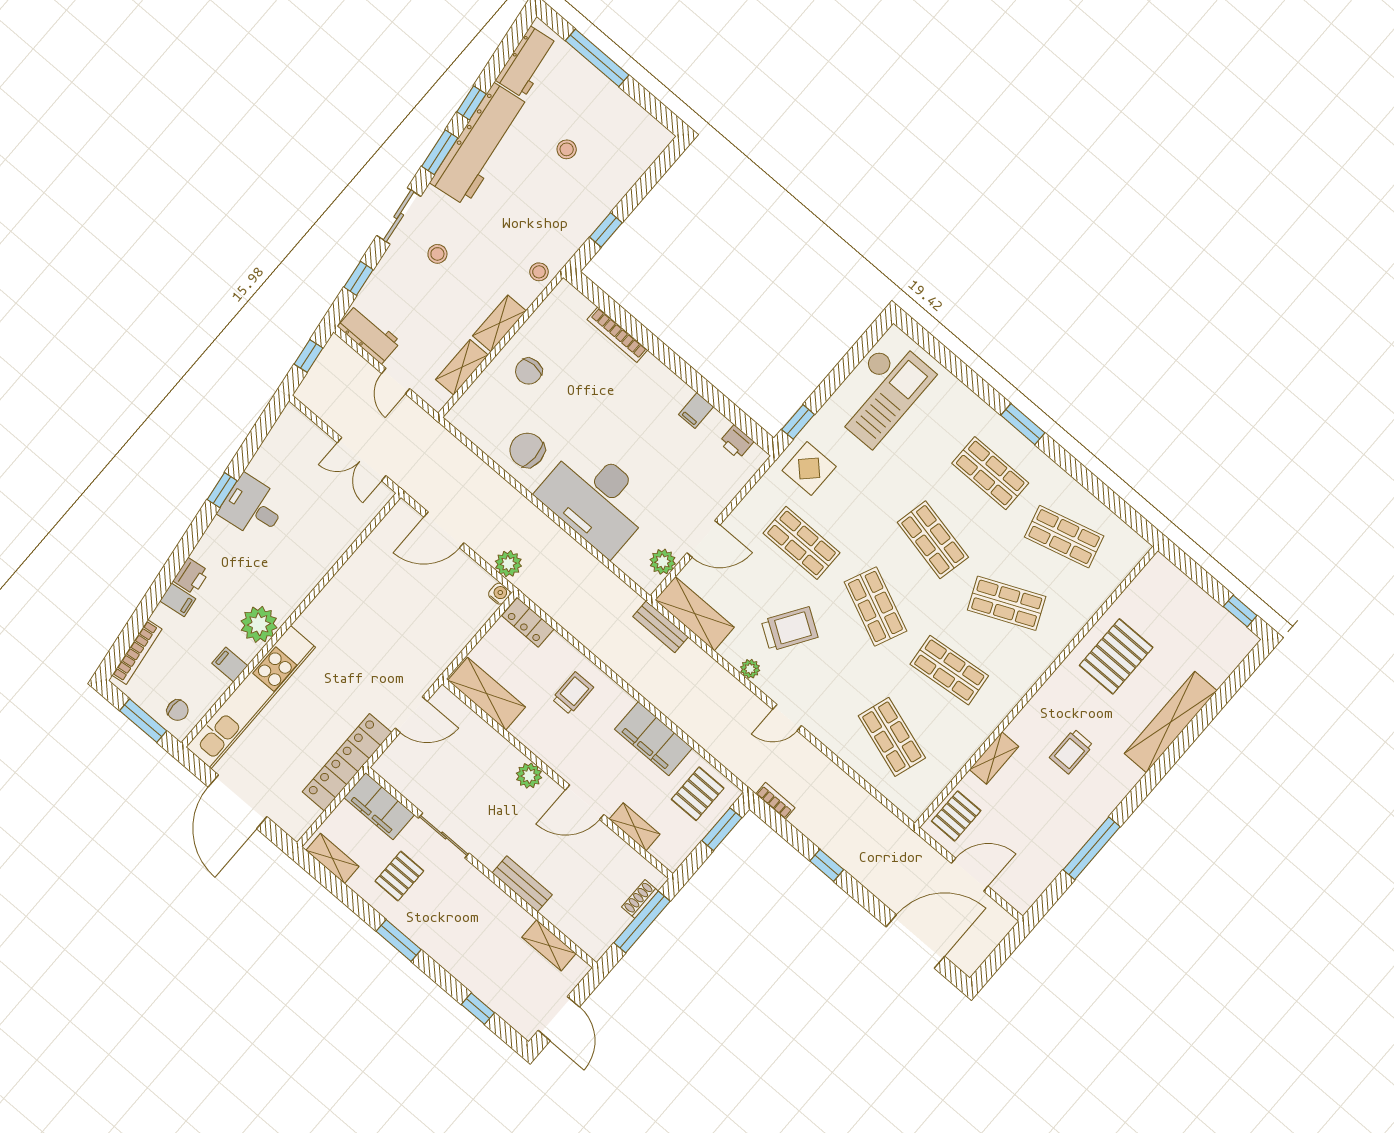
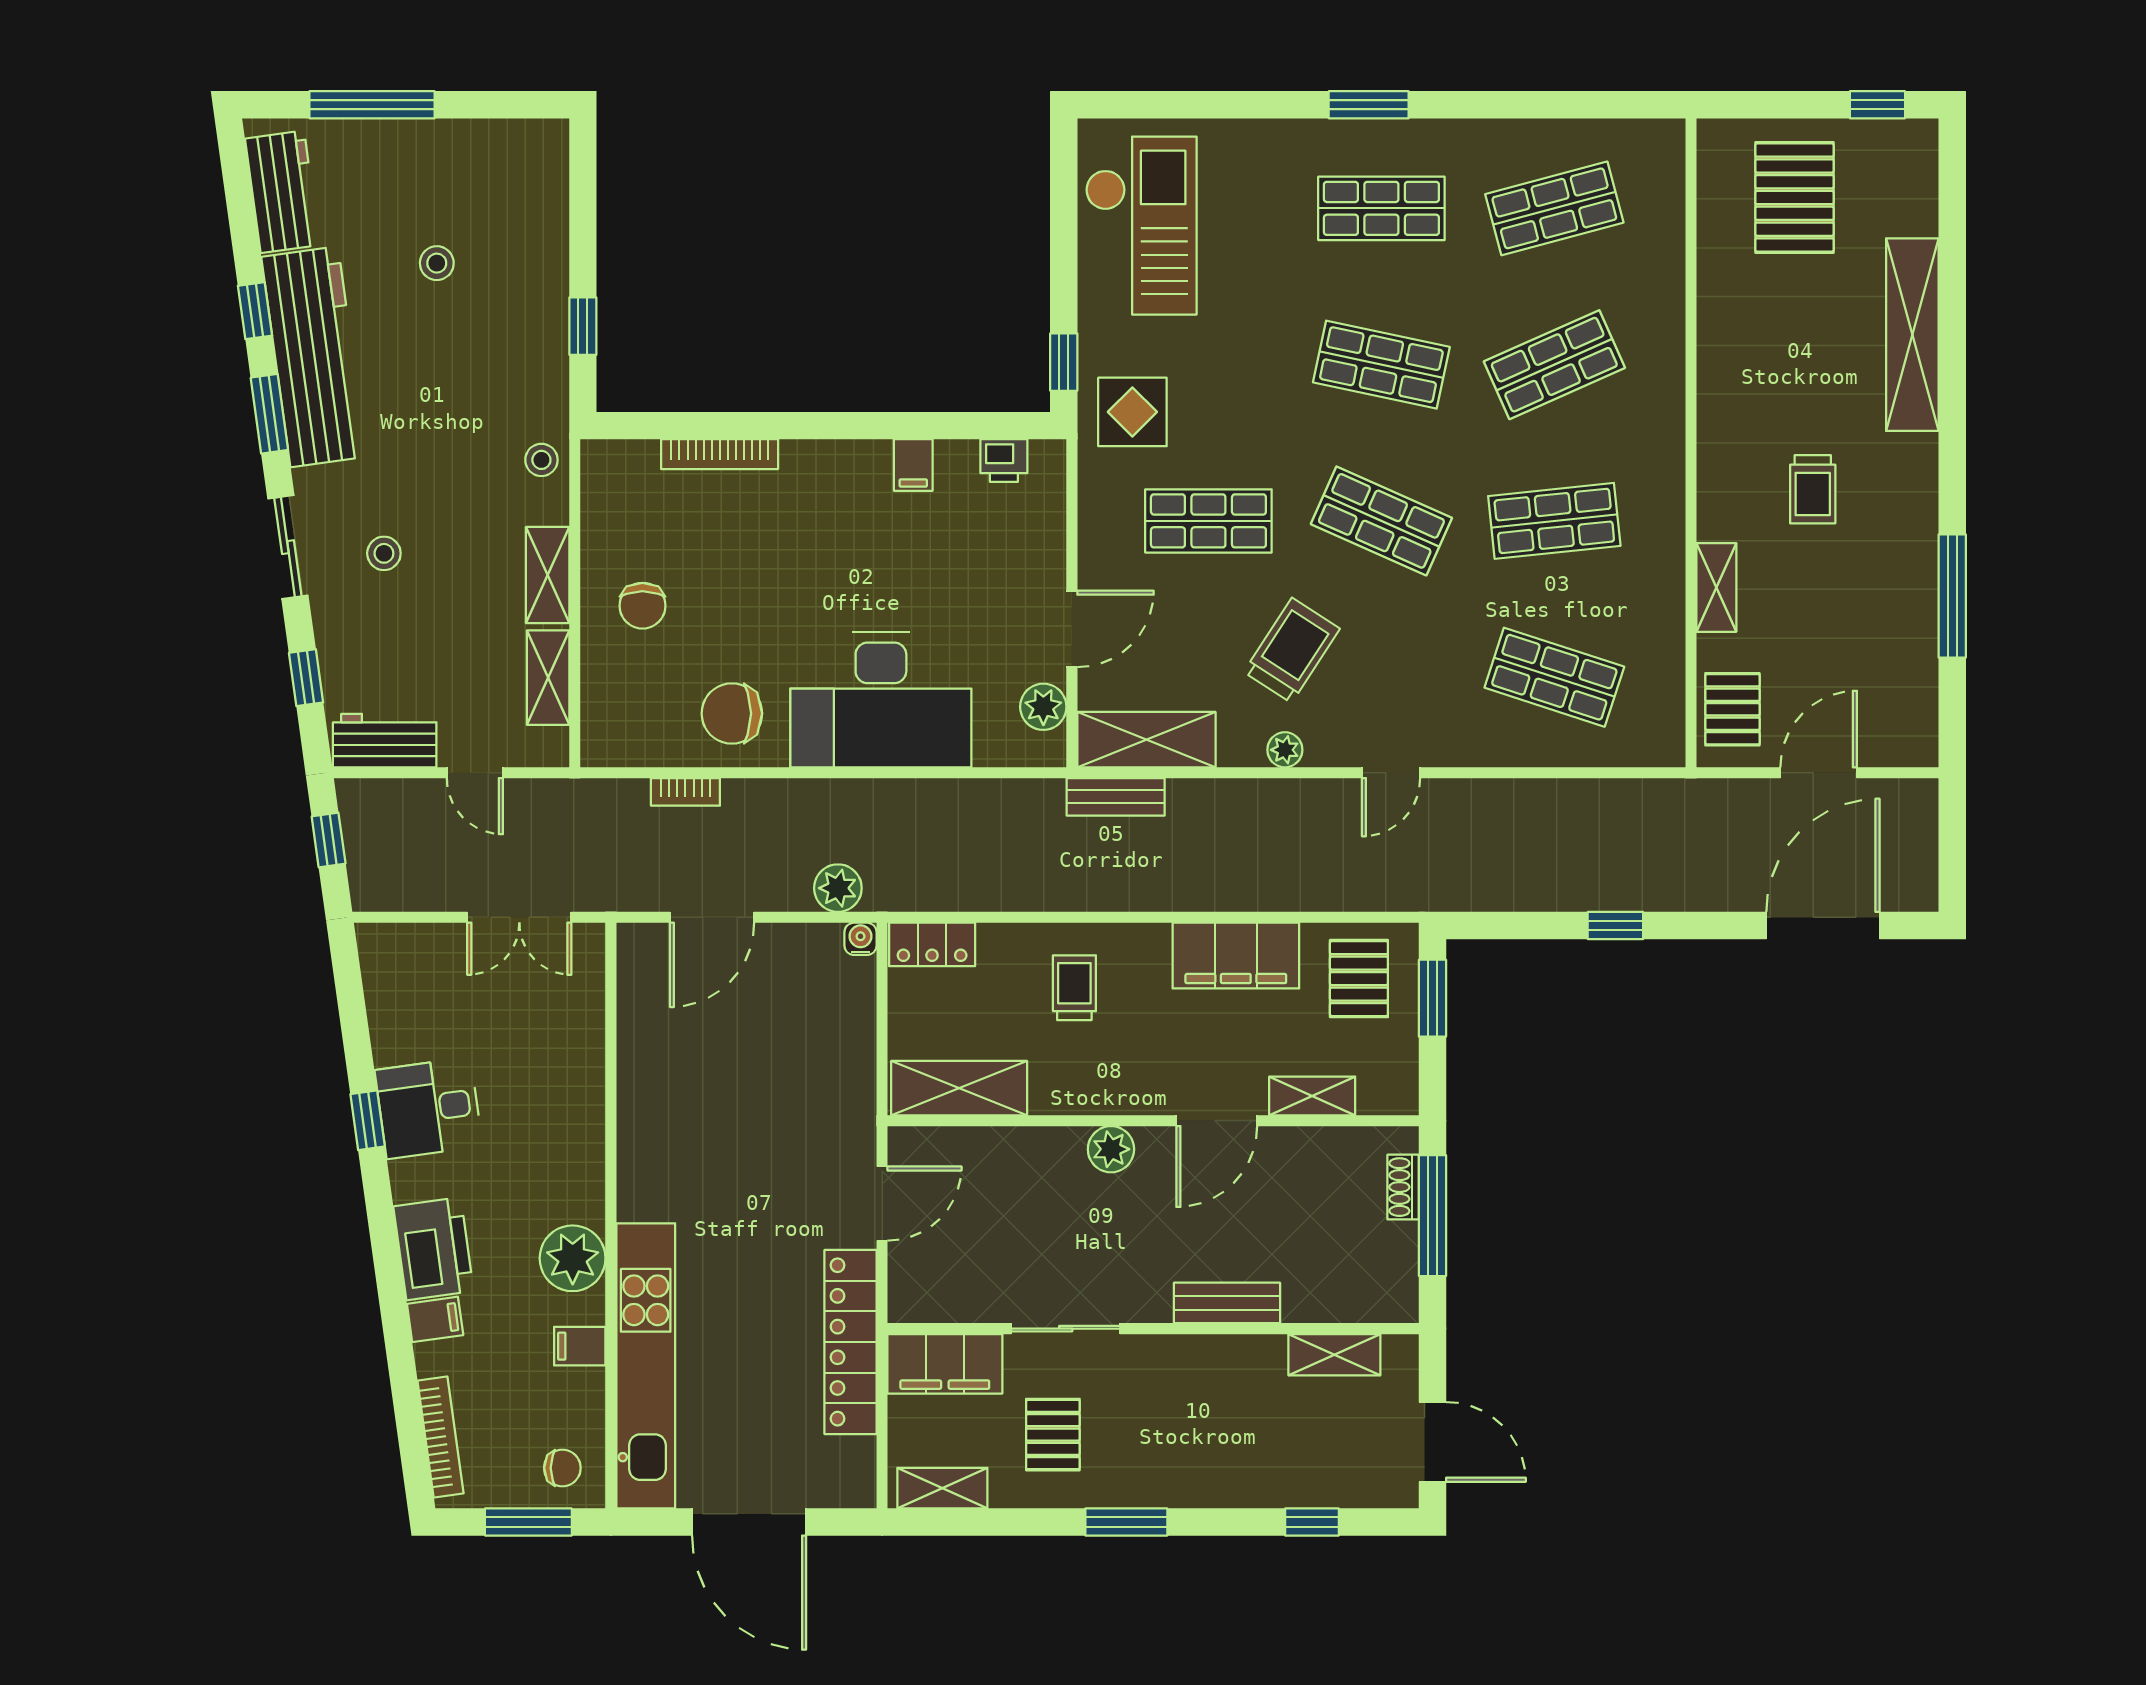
printer: (191, 576) -> (433, 1249), width x1.87, depth x1.48
pallet: (1116, 656) -> (1795, 198), moved
bookcase: (775, 801) -> (685, 792), moved, turned 180

